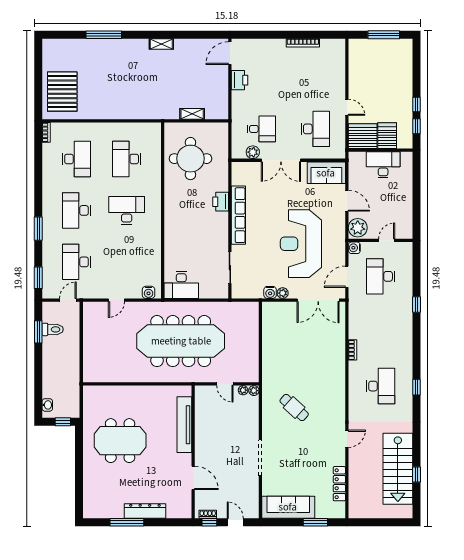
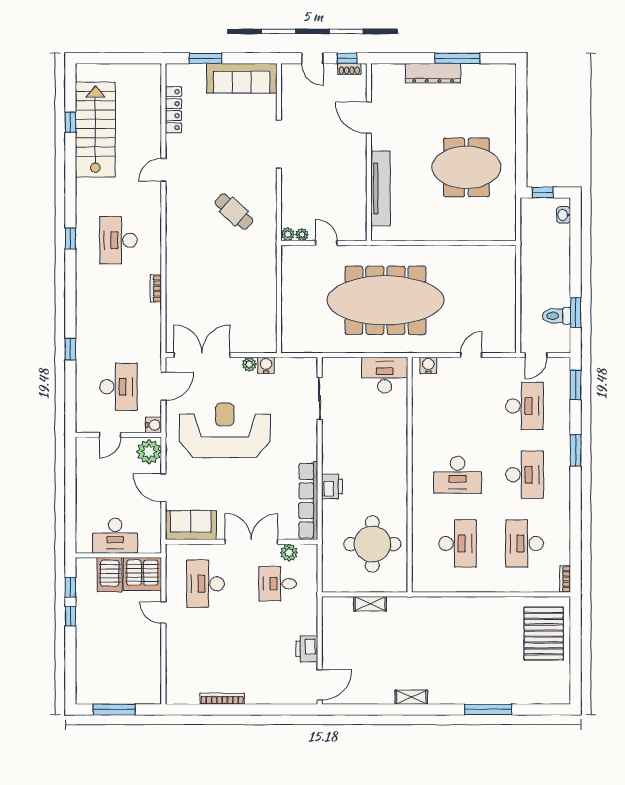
row of seats: (238, 215) -> (308, 501), moved
reception desk: (301, 244) -> (225, 430), turned -90

